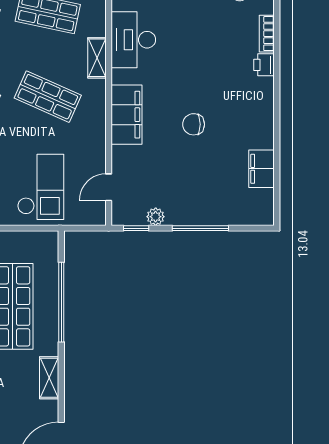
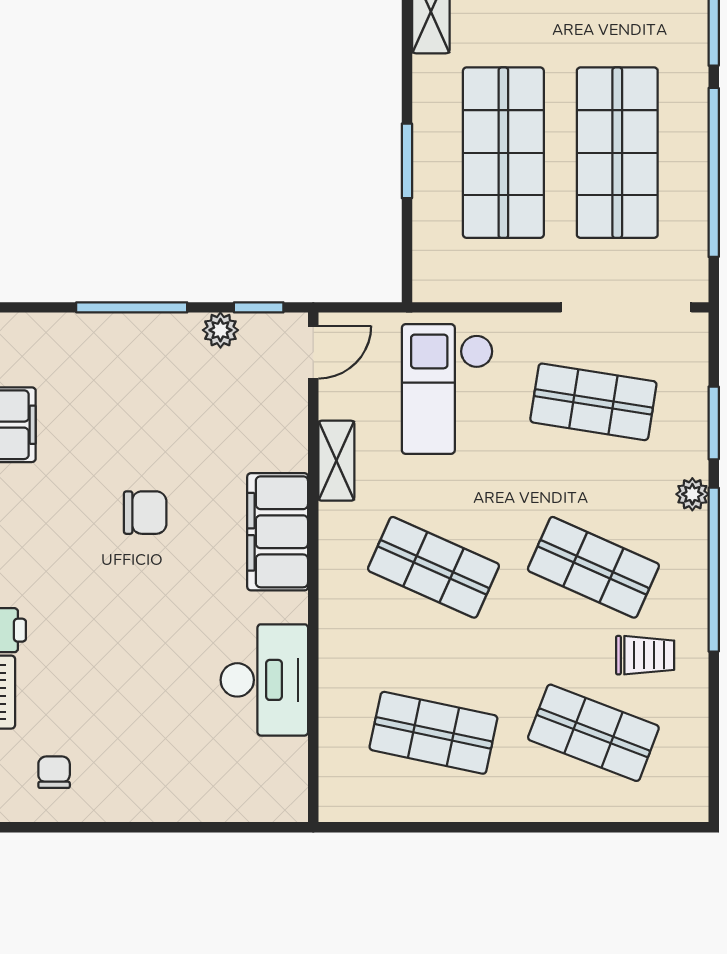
shelving: (97, 58) -> (336, 461), moved
door: (109, 187) -> (313, 352), moved
window: (61, 302) -> (407, 161), width x0.47

